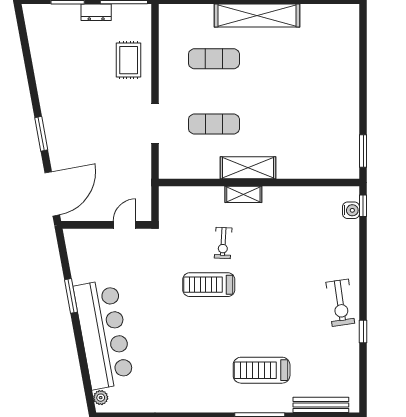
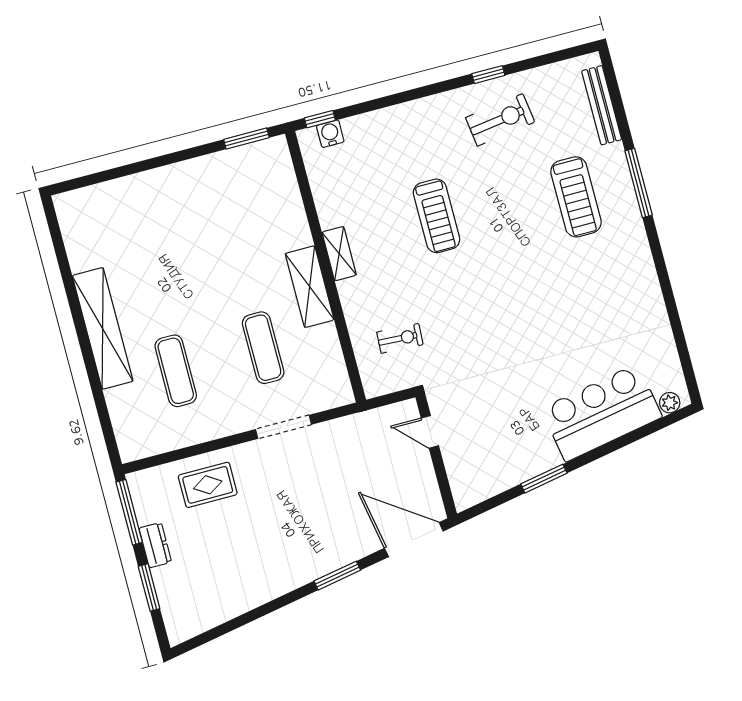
shelving: (243, 194) -> (339, 254), moved
exercise bike: (223, 243) -> (400, 338), moved
treadmill: (209, 285) -> (437, 216), moved
exercise bike: (340, 303) -> (500, 120), moved
bar counter: (104, 334) -> (601, 413), width x0.73

